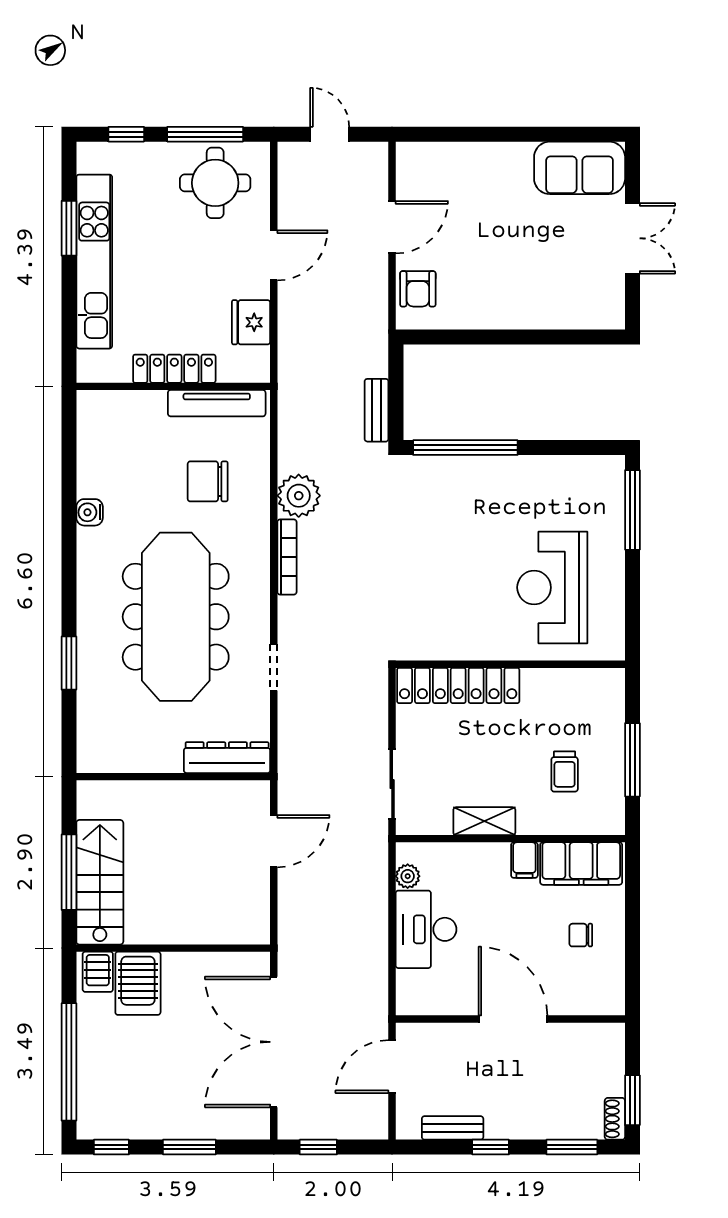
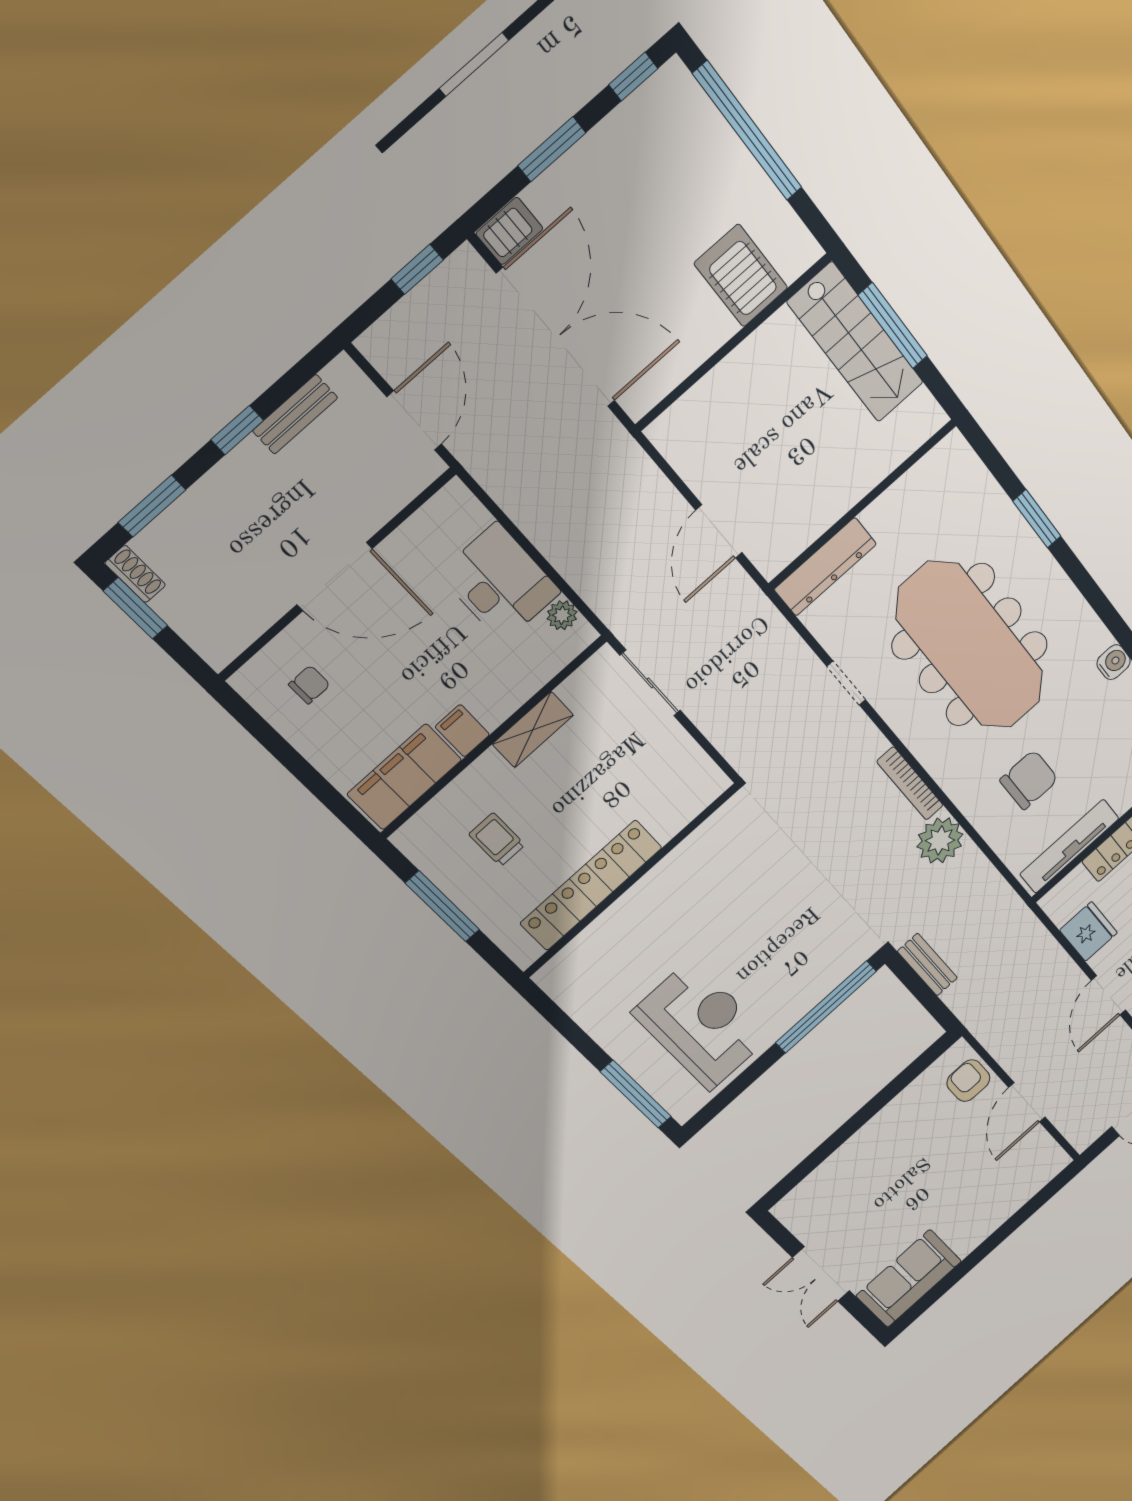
reception desk: (552, 587) -> (701, 1025), moved
locker: (458, 686) -> (591, 885), moved
chair: (581, 935) -> (309, 685), moved
server rack: (98, 972) -> (509, 231), moved, turned 90

